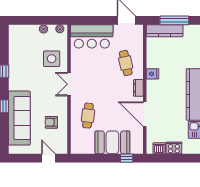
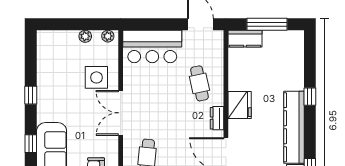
kitchen counter: (165, 31) -> (245, 39), width x0.67
fridge: (153, 74) -> (240, 105), width x1.88, depth x1.34
double door: (69, 84) -> (121, 113), width x1.37

